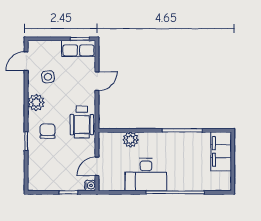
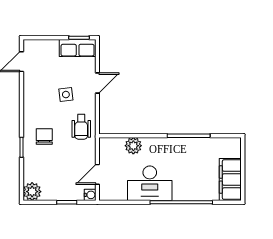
side table: (48, 77) -> (66, 95), moved
plant: (36, 102) -> (32, 192), moved
wheelchair: (82, 122) -> (81, 127), width x0.73, depth x0.73
filing cabinet: (221, 151) -> (230, 180), moved

